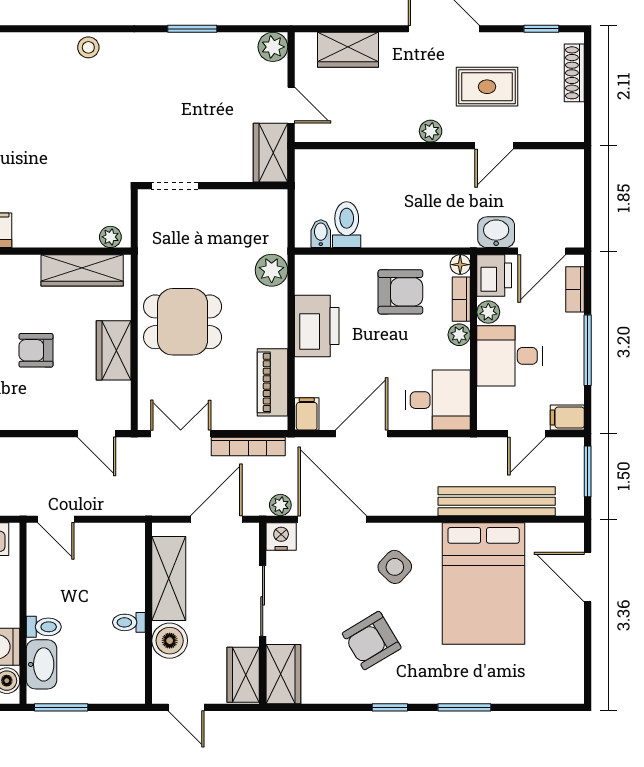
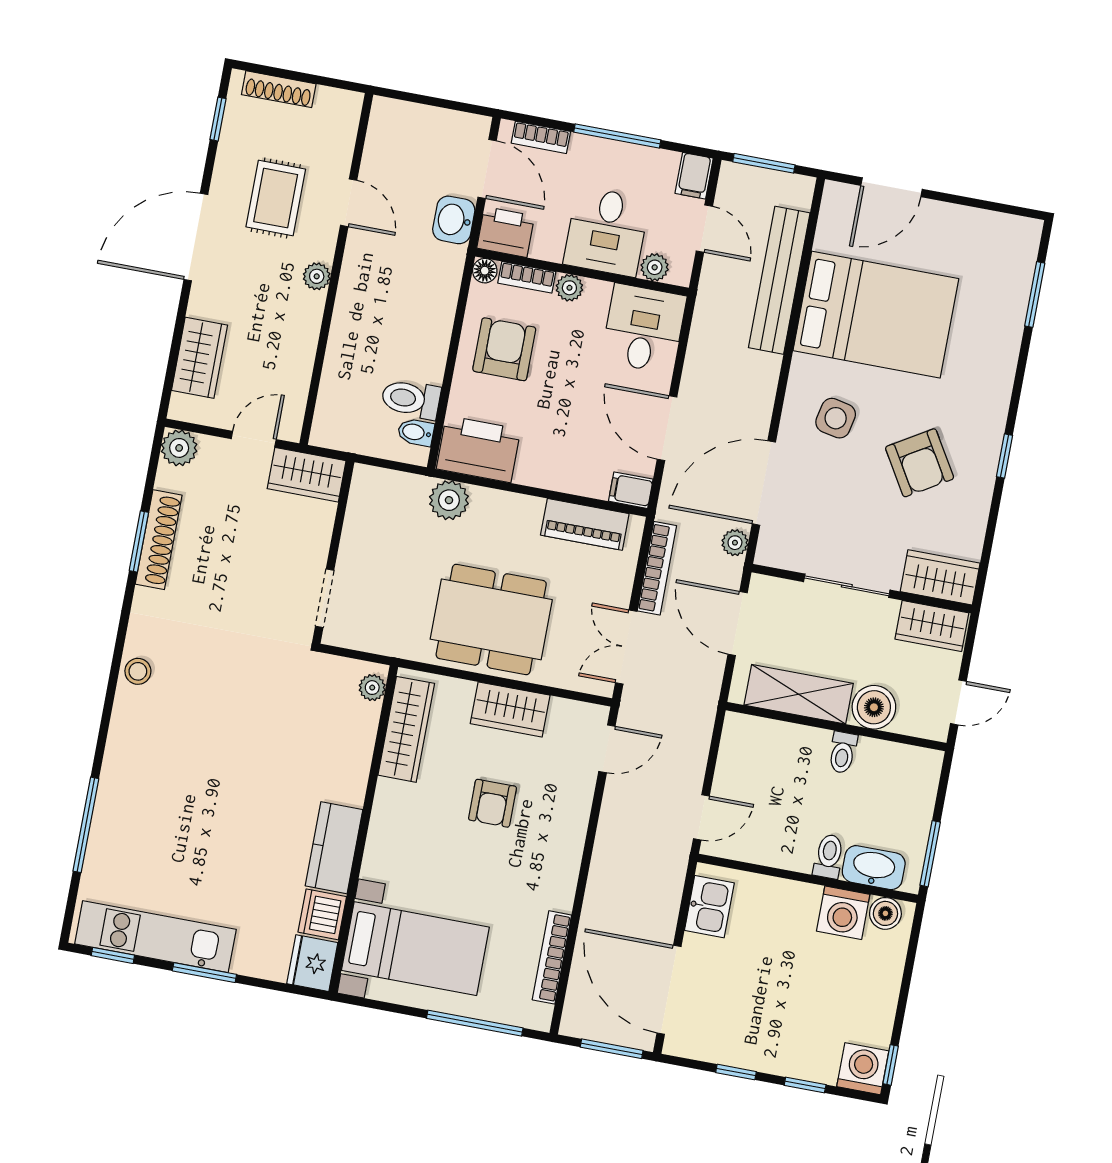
shoe rack: (197, 44) -> (159, 540), added
plant: (488, 312) -> (655, 267), moved
dining table: (183, 322) -> (491, 619), width x1.38
printer: (317, 326) -> (478, 449), moved
nightstand: (281, 536) -> (773, 549), removed
side table: (395, 567) -> (836, 418), turned -31
window: (464, 707) -> (1035, 295), moved

